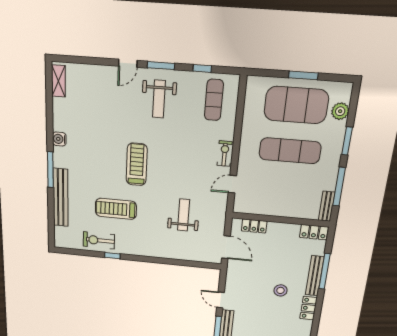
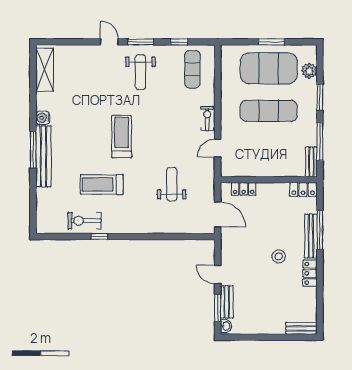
door: (128, 63) -> (109, 42), swing flipped
shelving: (58, 81) -> (45, 70), width x1.50, depth x1.33
bench: (61, 198) -> (44, 156), moved

